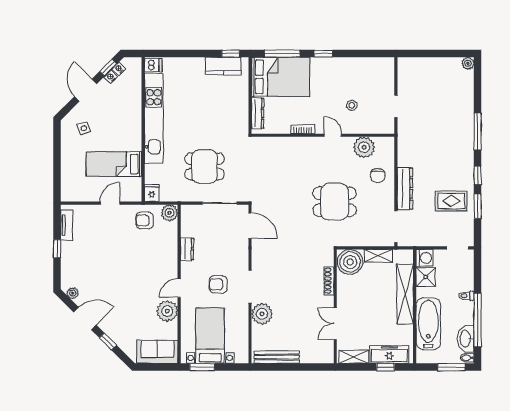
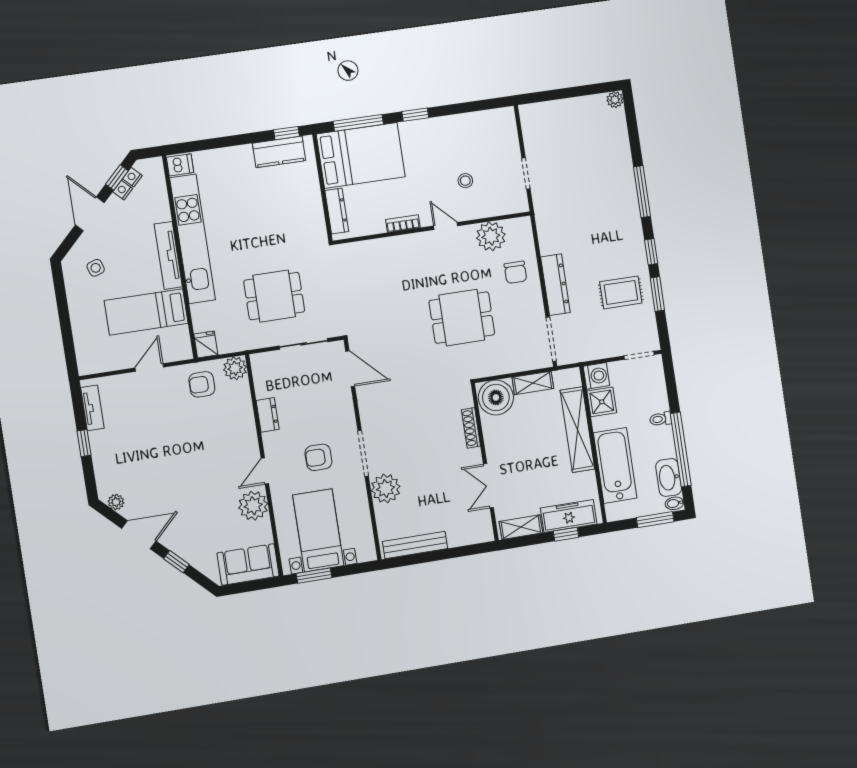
tv unit: (135, 127) -> (168, 255), added

